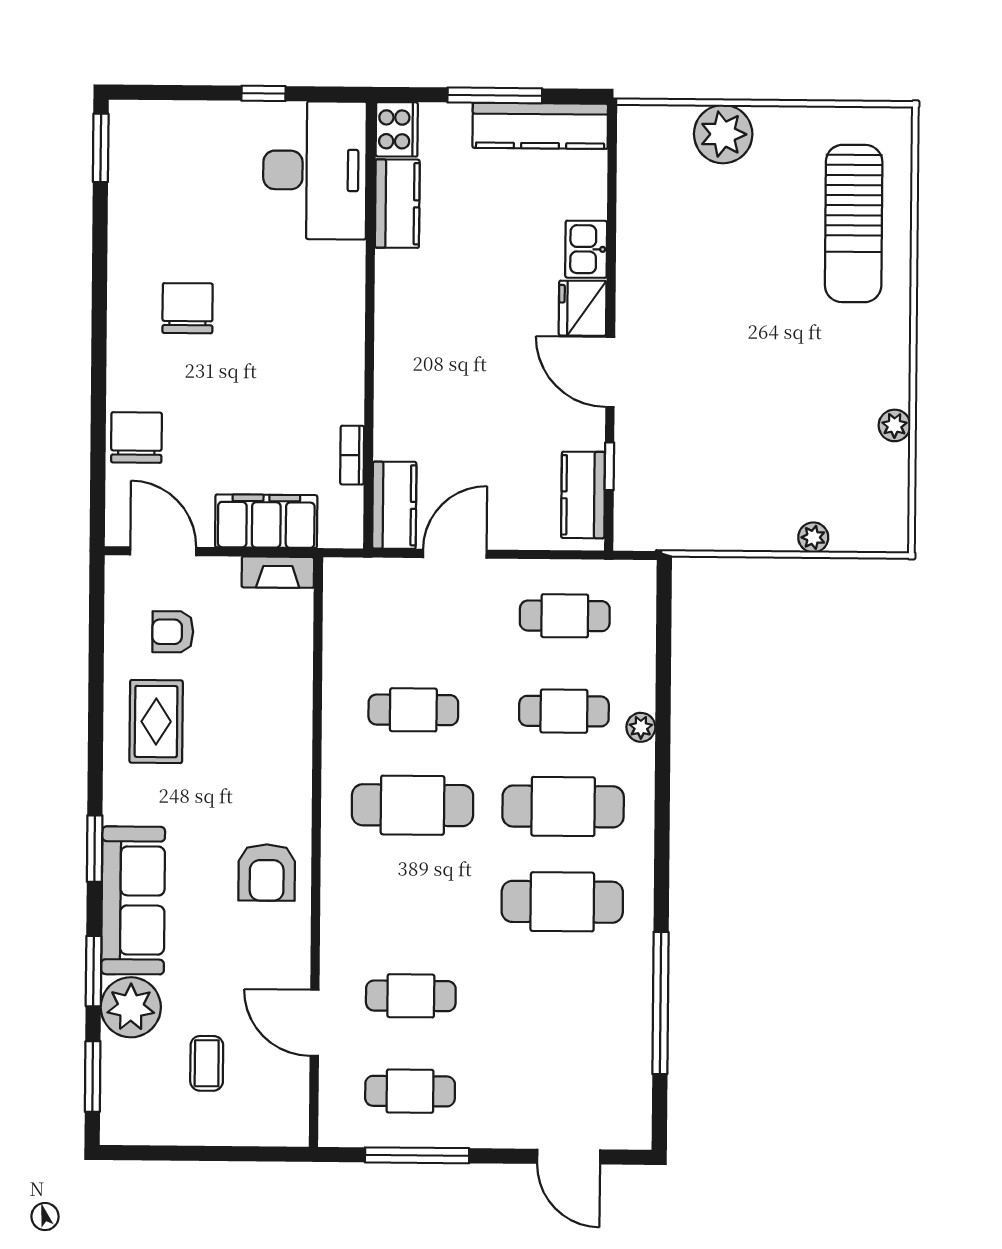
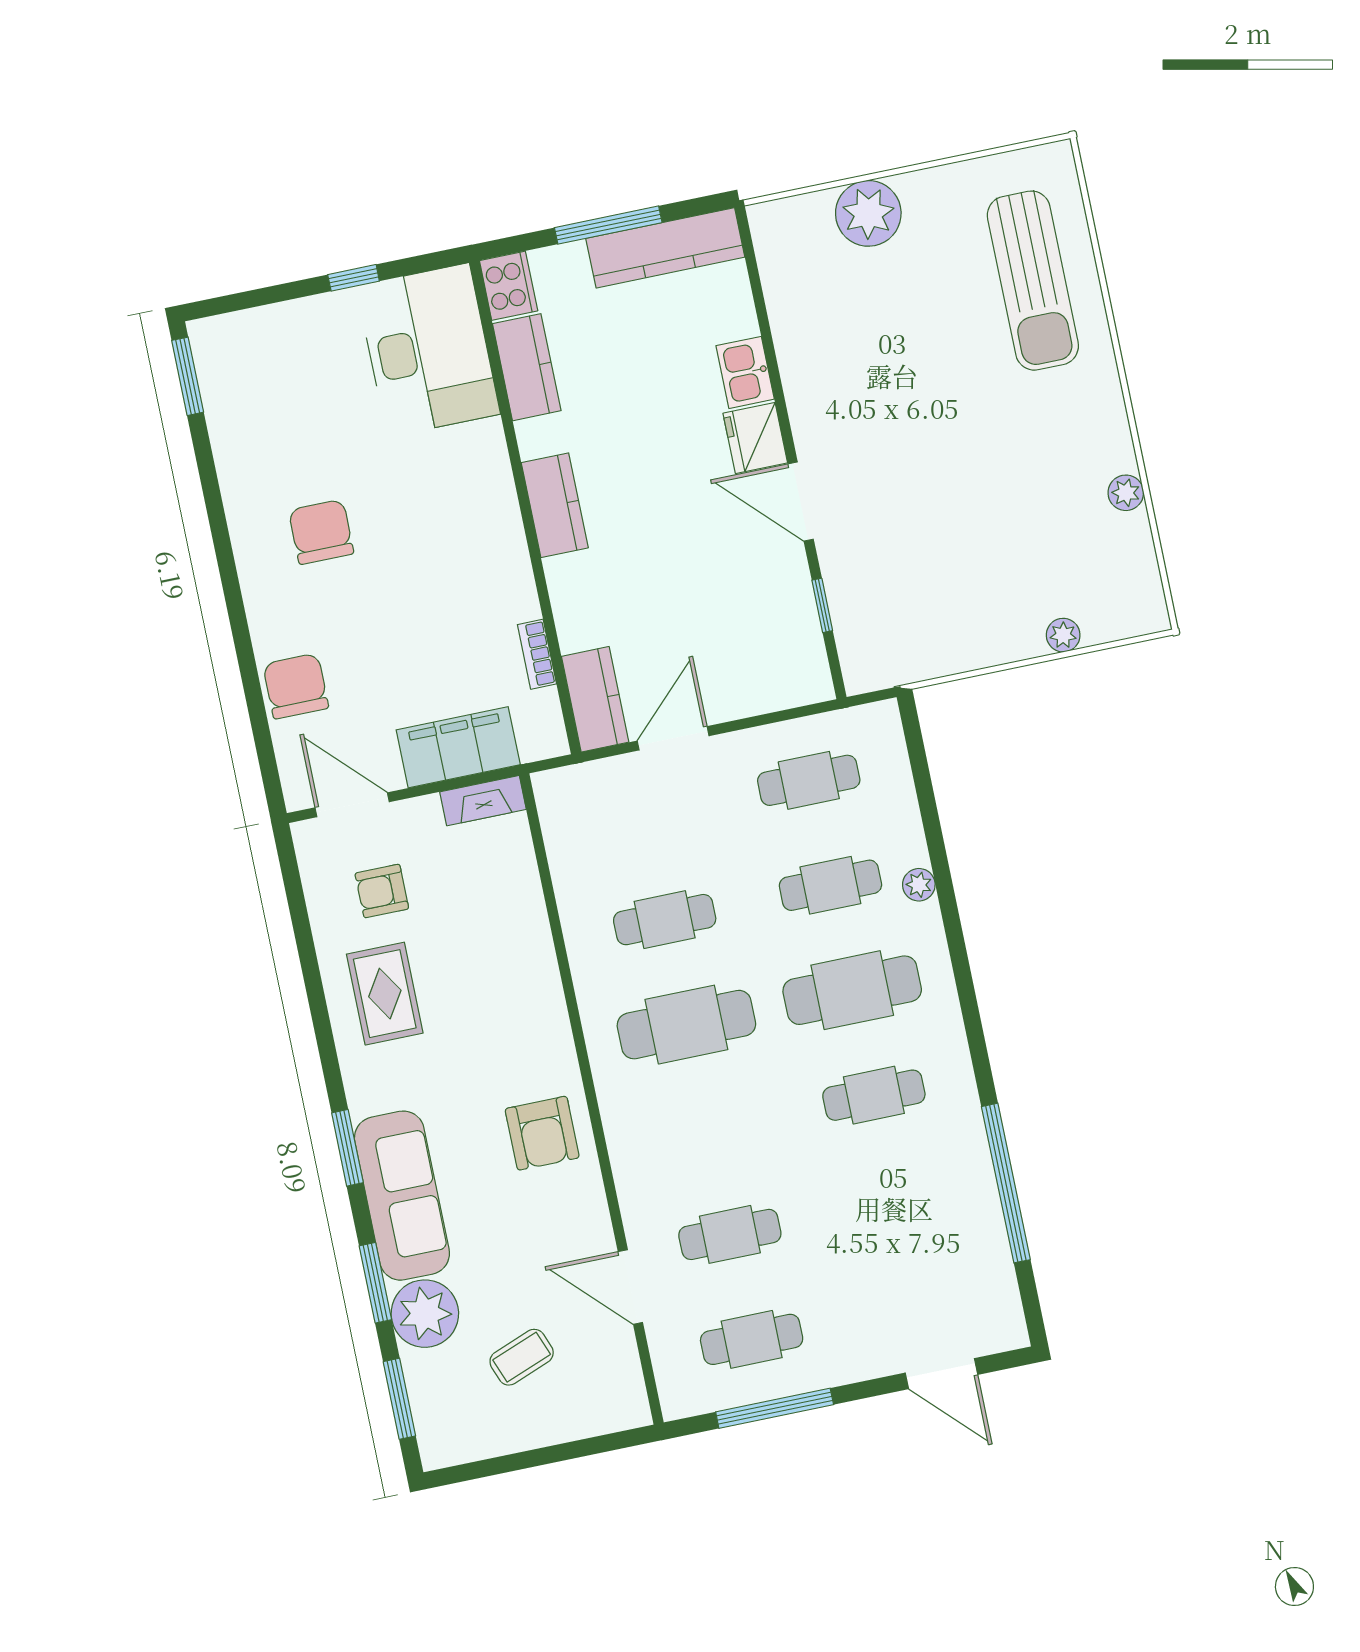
kitchen counter: (583, 495) -> (555, 505), moved, turned 180
cafe table: (562, 902) -> (874, 1095), width x0.73, depth x0.74
coffee table: (207, 1063) -> (522, 1357), turned 69

